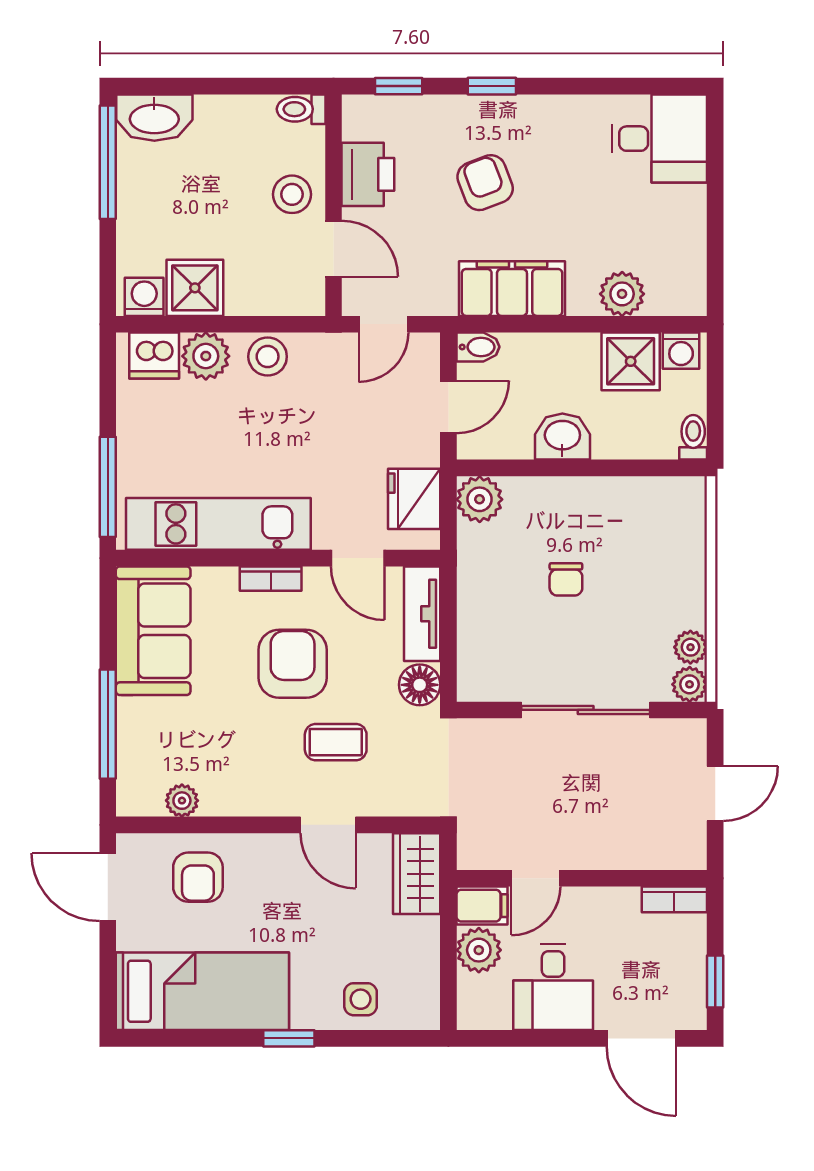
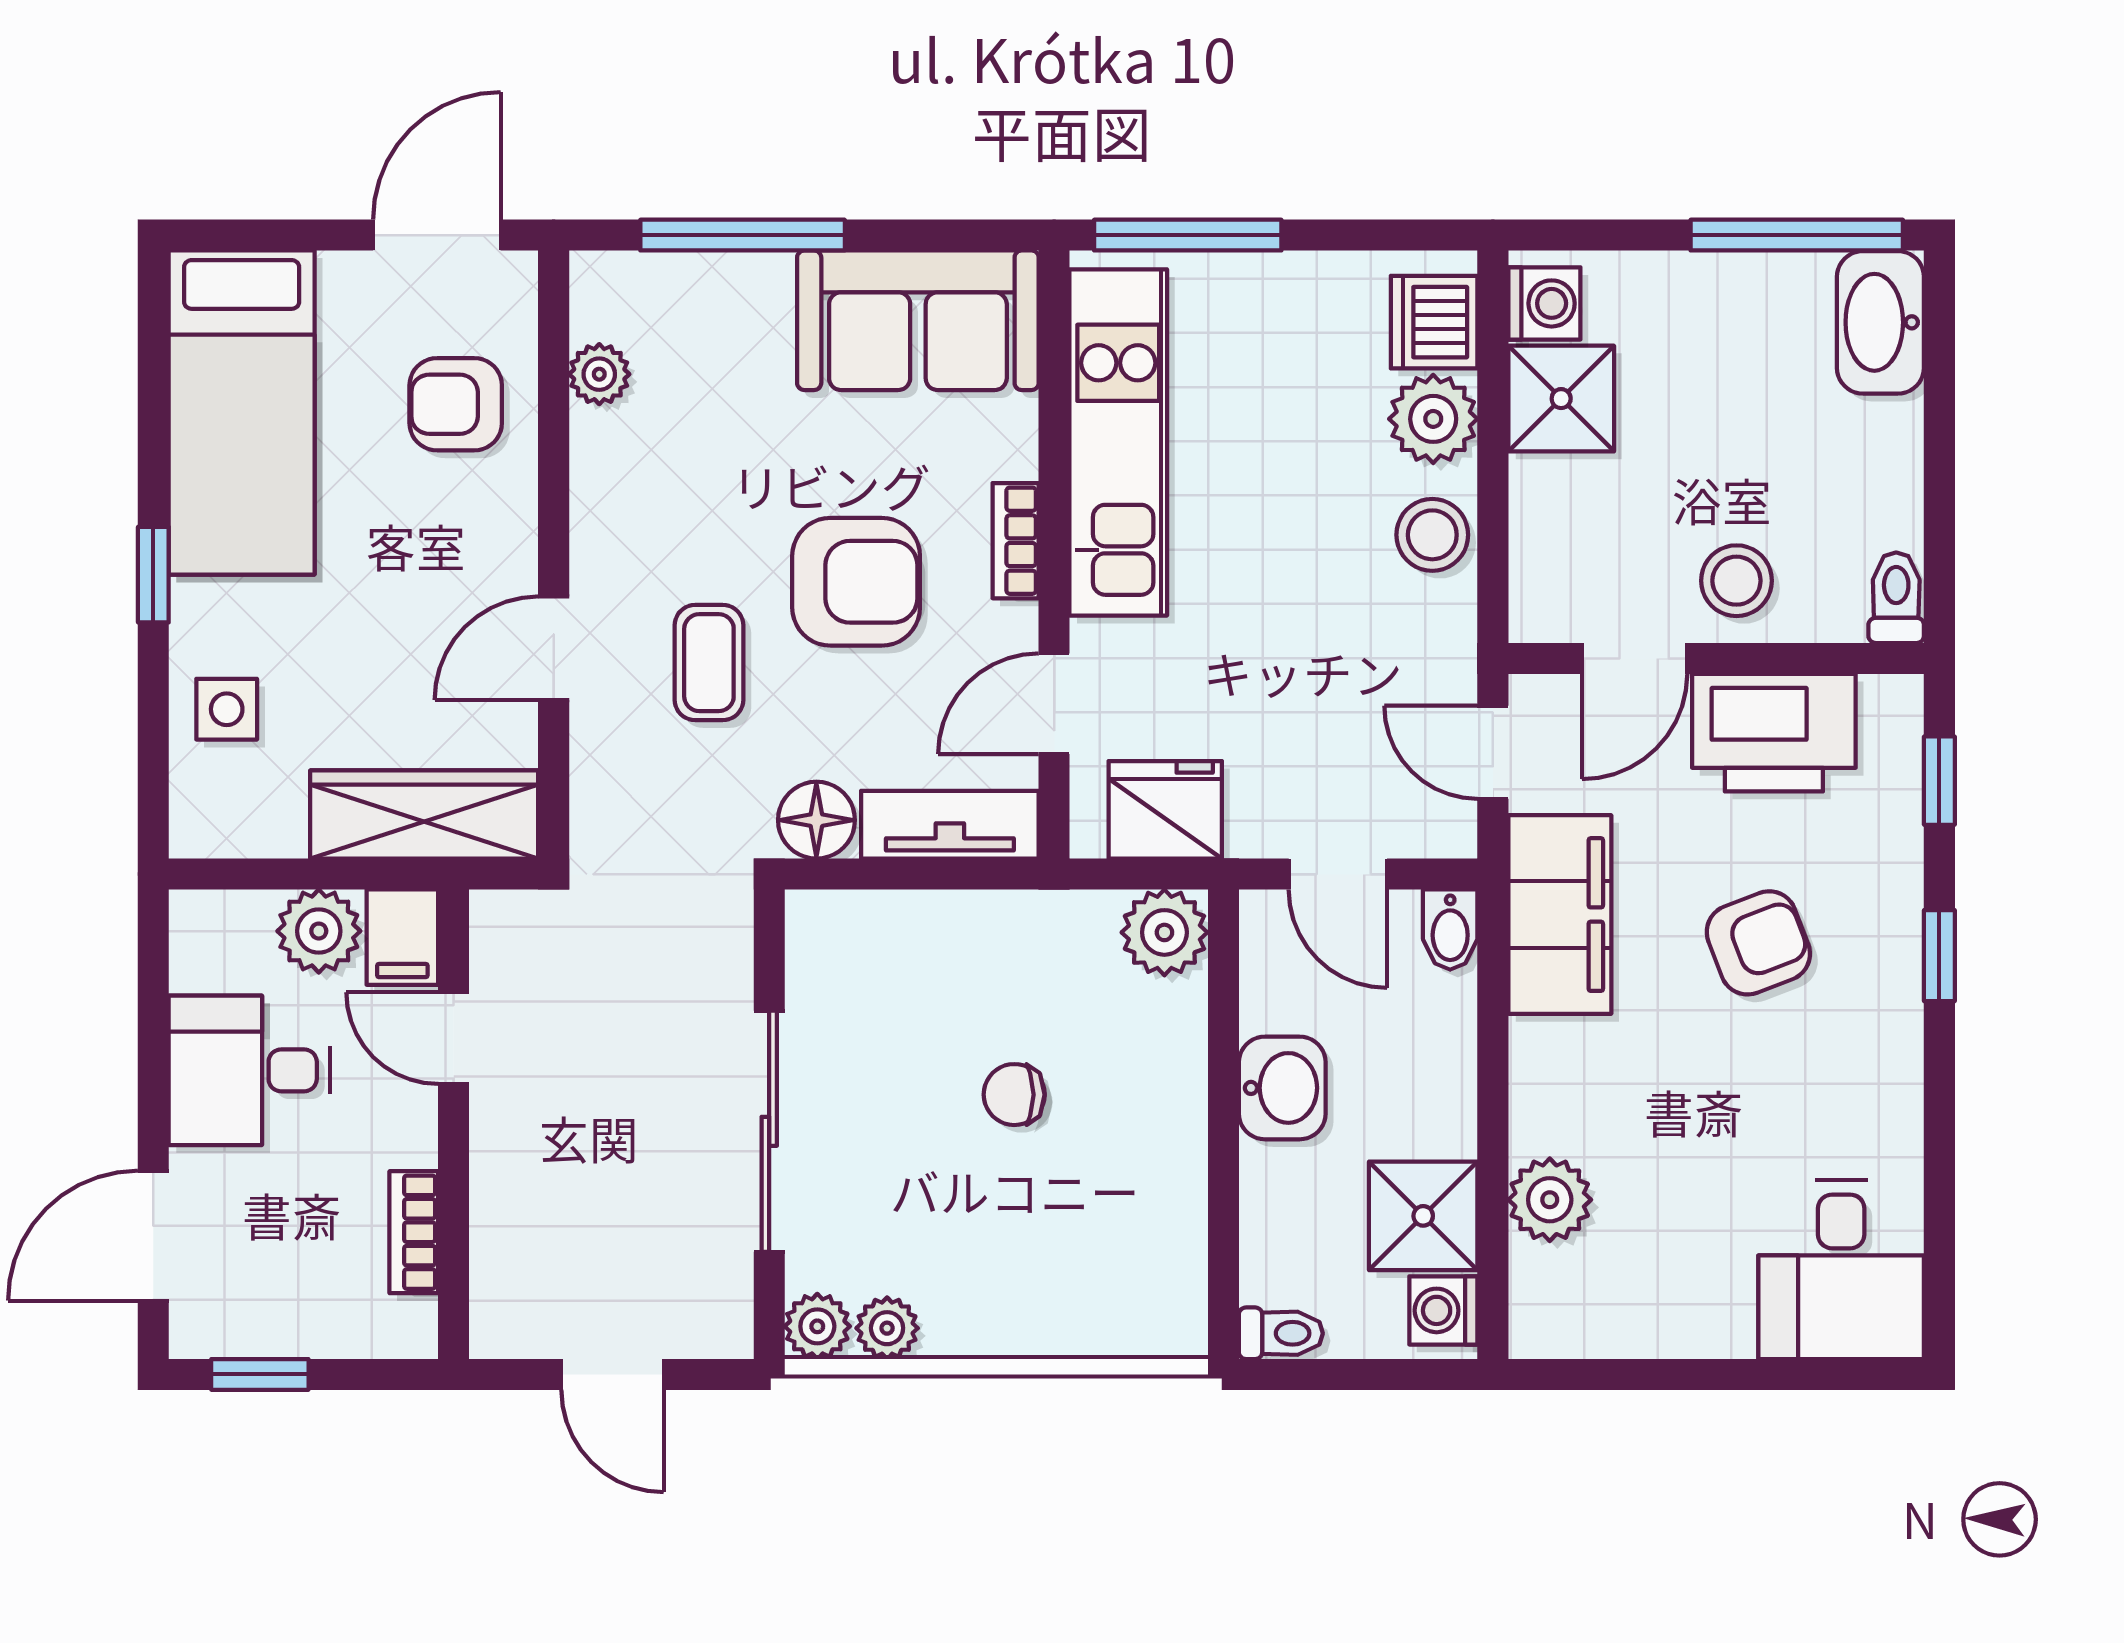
printer: (368, 174) -> (1774, 733), width x1.37, depth x1.19
filing cabinet: (512, 289) -> (1560, 915), moved
wardrobe: (417, 874) -> (424, 815), width x1.50
bookcase: (674, 899) -> (414, 1232), moved

